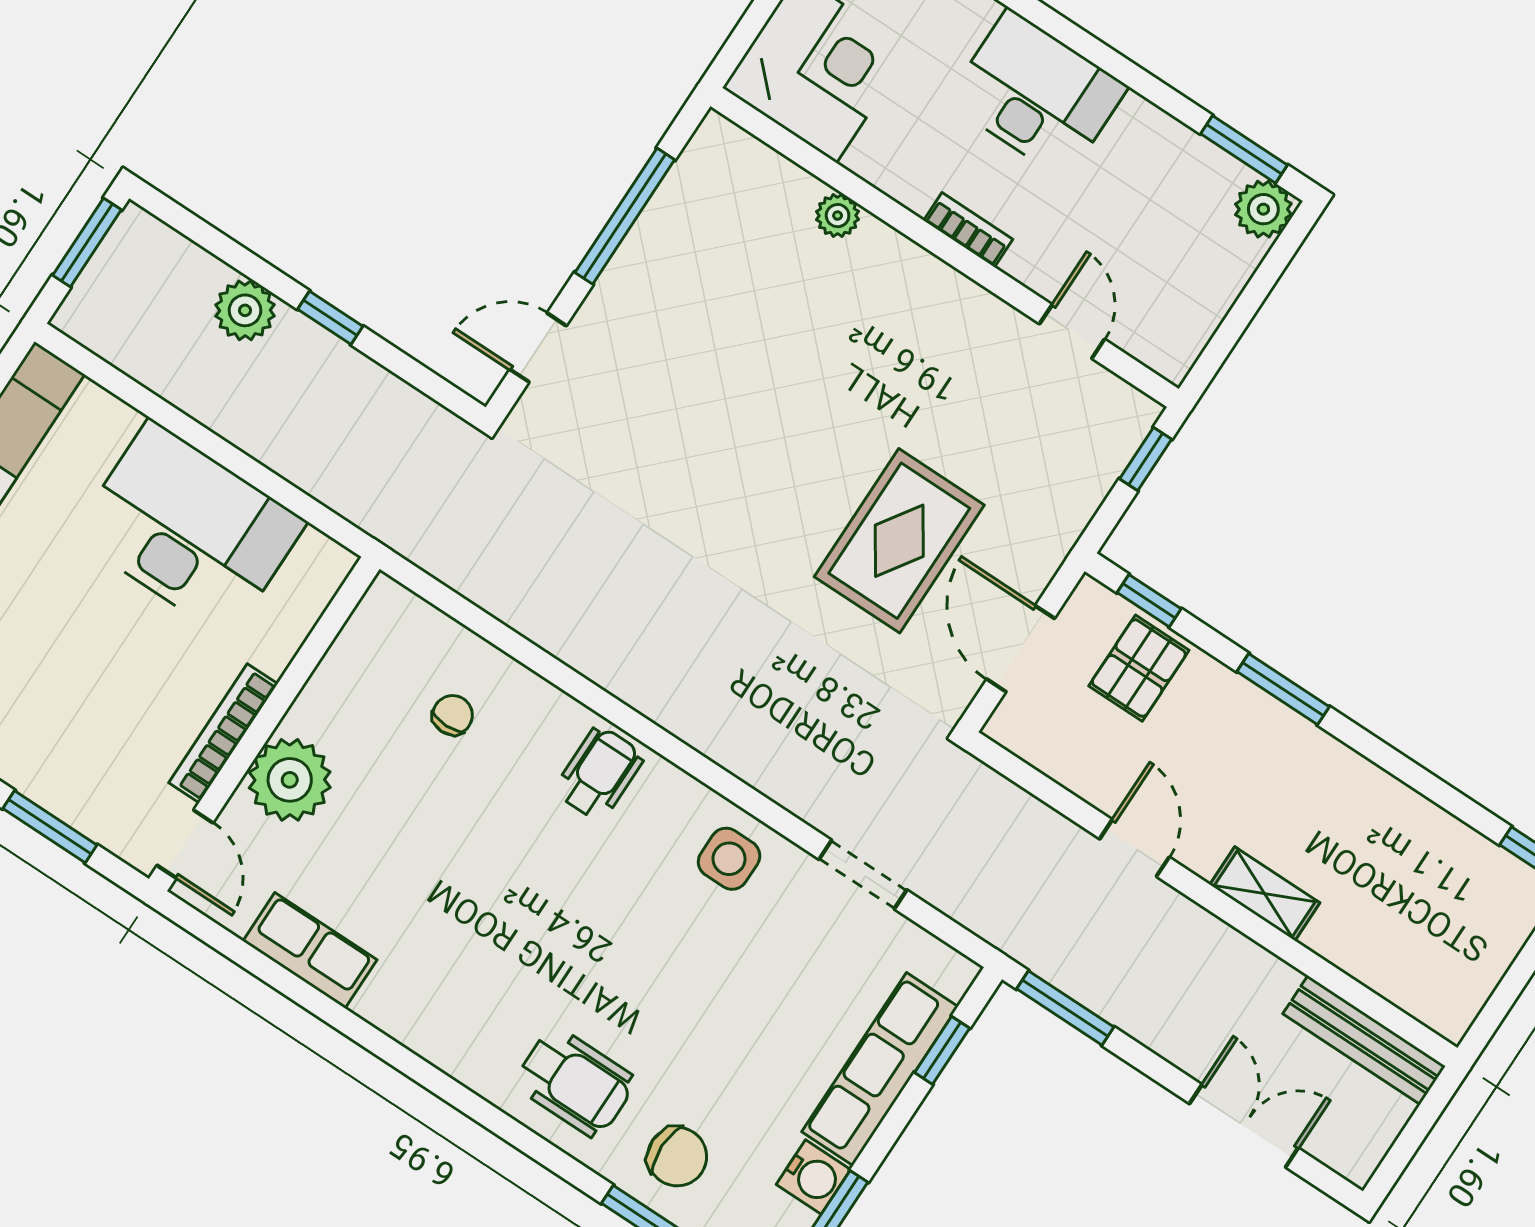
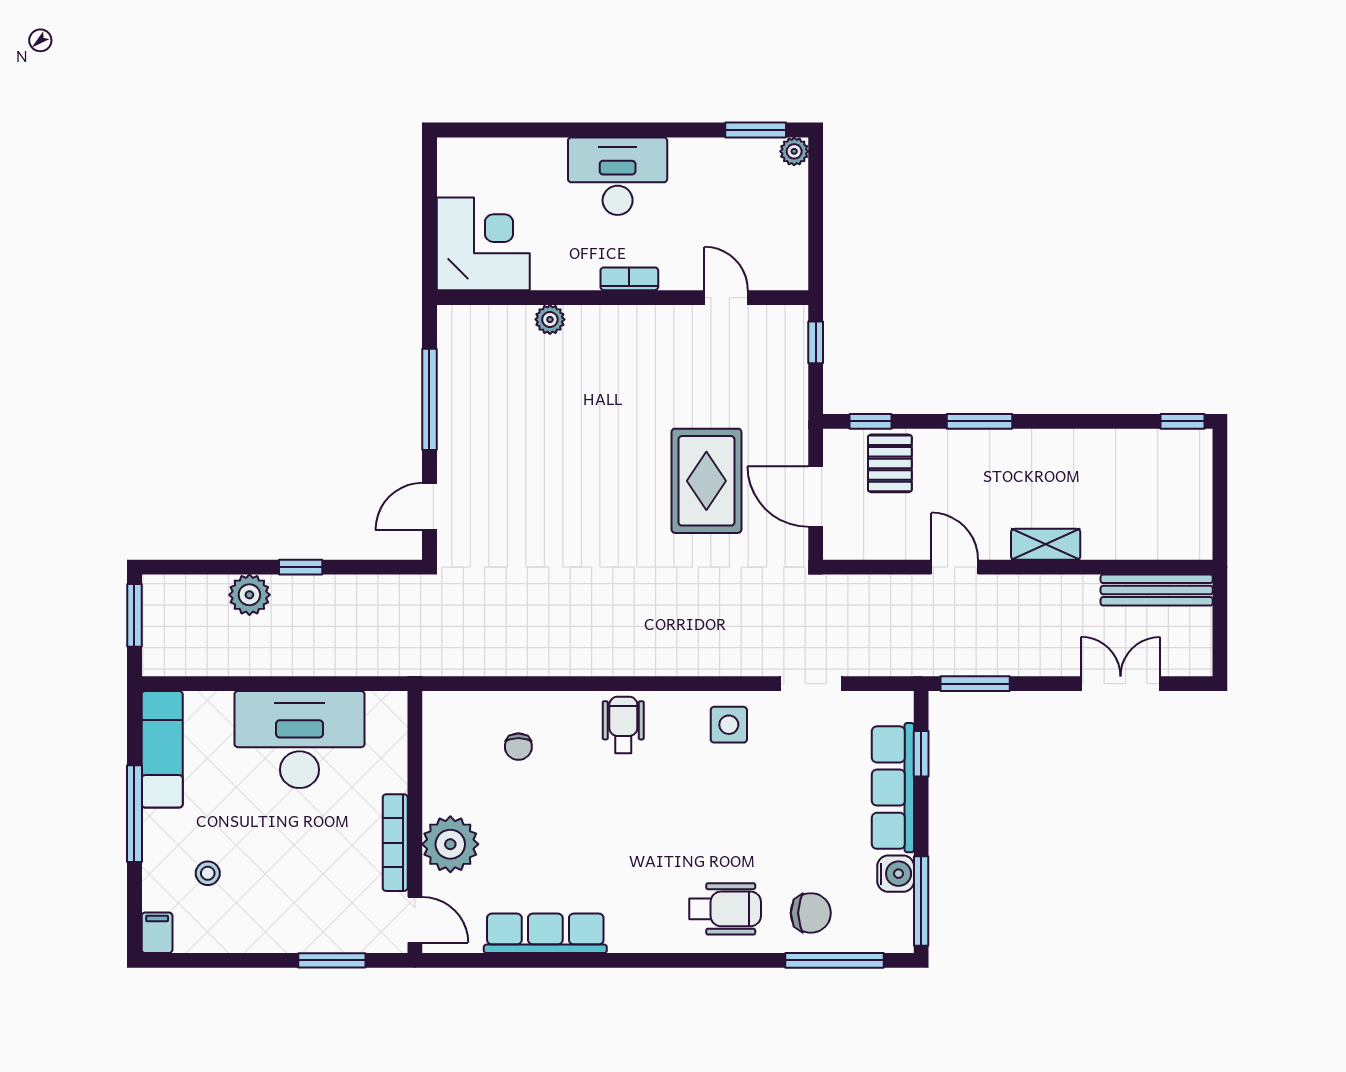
plant: (1263, 209) -> (794, 151), width x0.73, depth x0.73
chair: (453, 715) -> (518, 747), turned 180
row of seats: (310, 950) -> (545, 933), width x1.48

